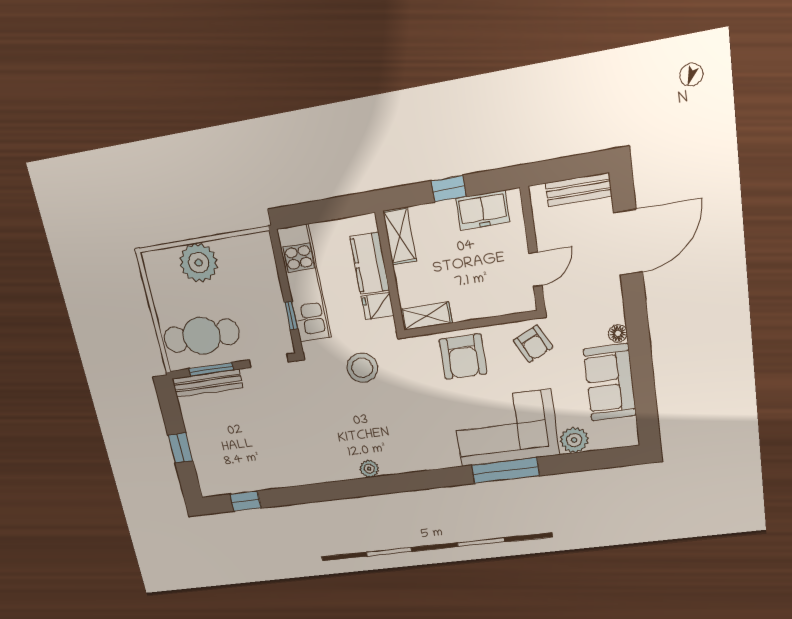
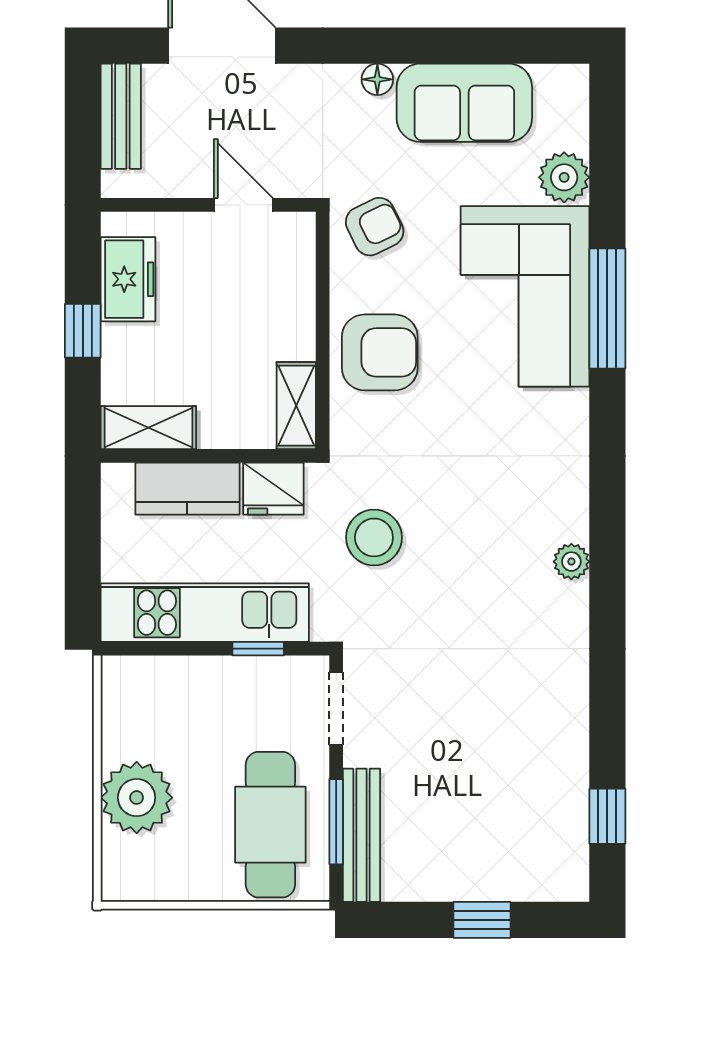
fridge: (378, 306) -> (273, 489), width x1.38

